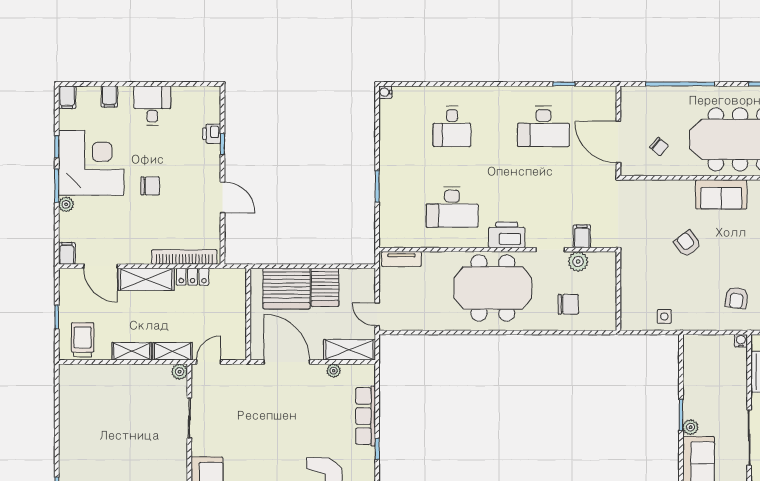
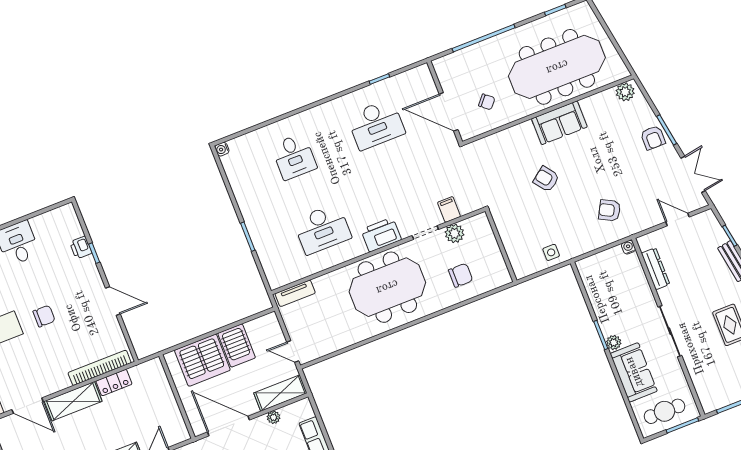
armchair: (737, 298) -> (610, 210), turned 110

